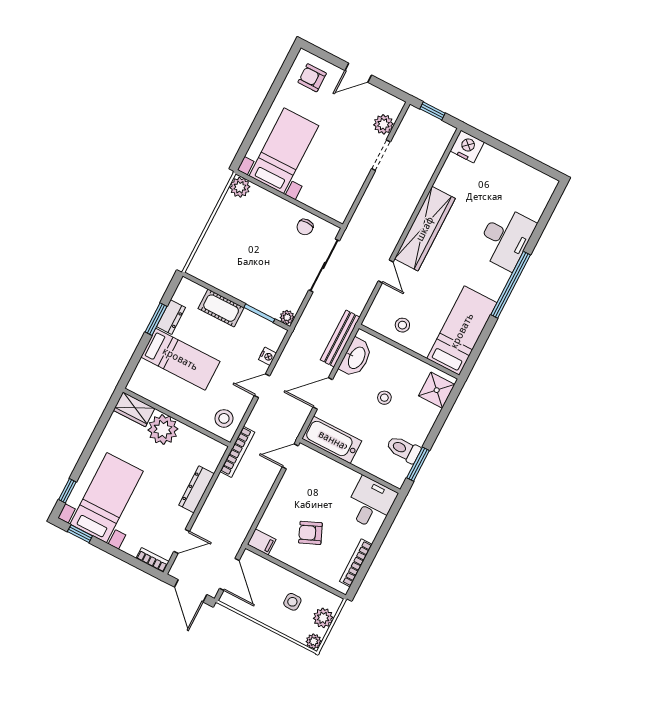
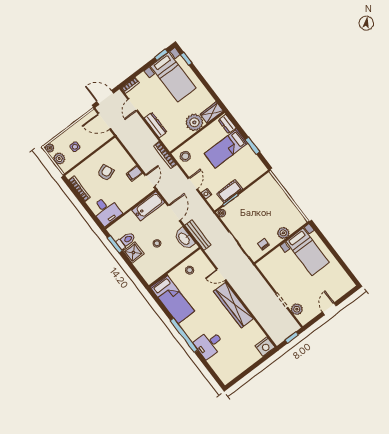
armchair: (312, 78) -> (338, 284), removed
plant: (240, 187) -> (283, 233), moved
desk: (506, 238) -> (209, 344), width x0.73
cot: (221, 308) -> (230, 191), moved
dresser: (171, 317) -> (227, 124), moved
shower: (437, 390) -> (133, 253), moved
filing cabinet: (262, 542) -> (134, 173), moved

